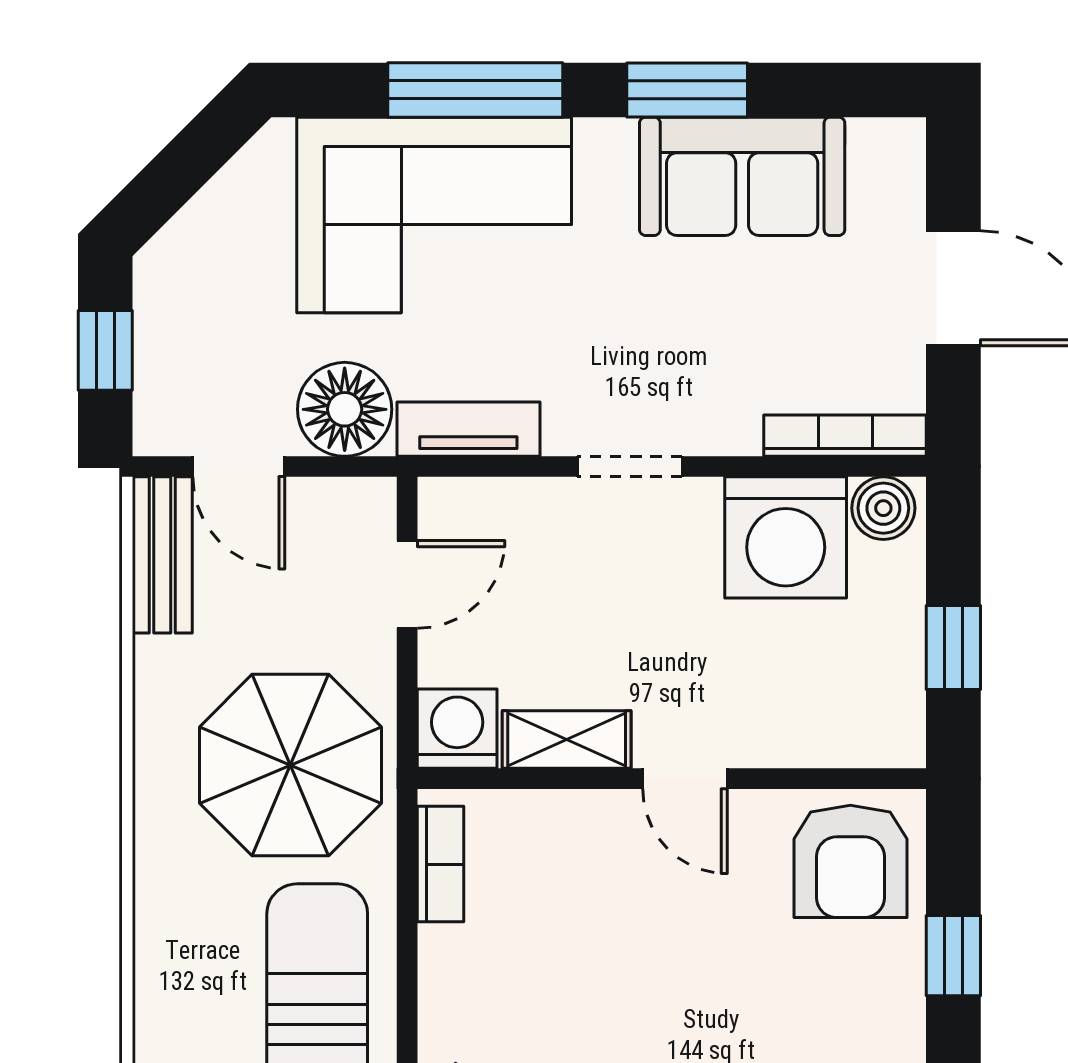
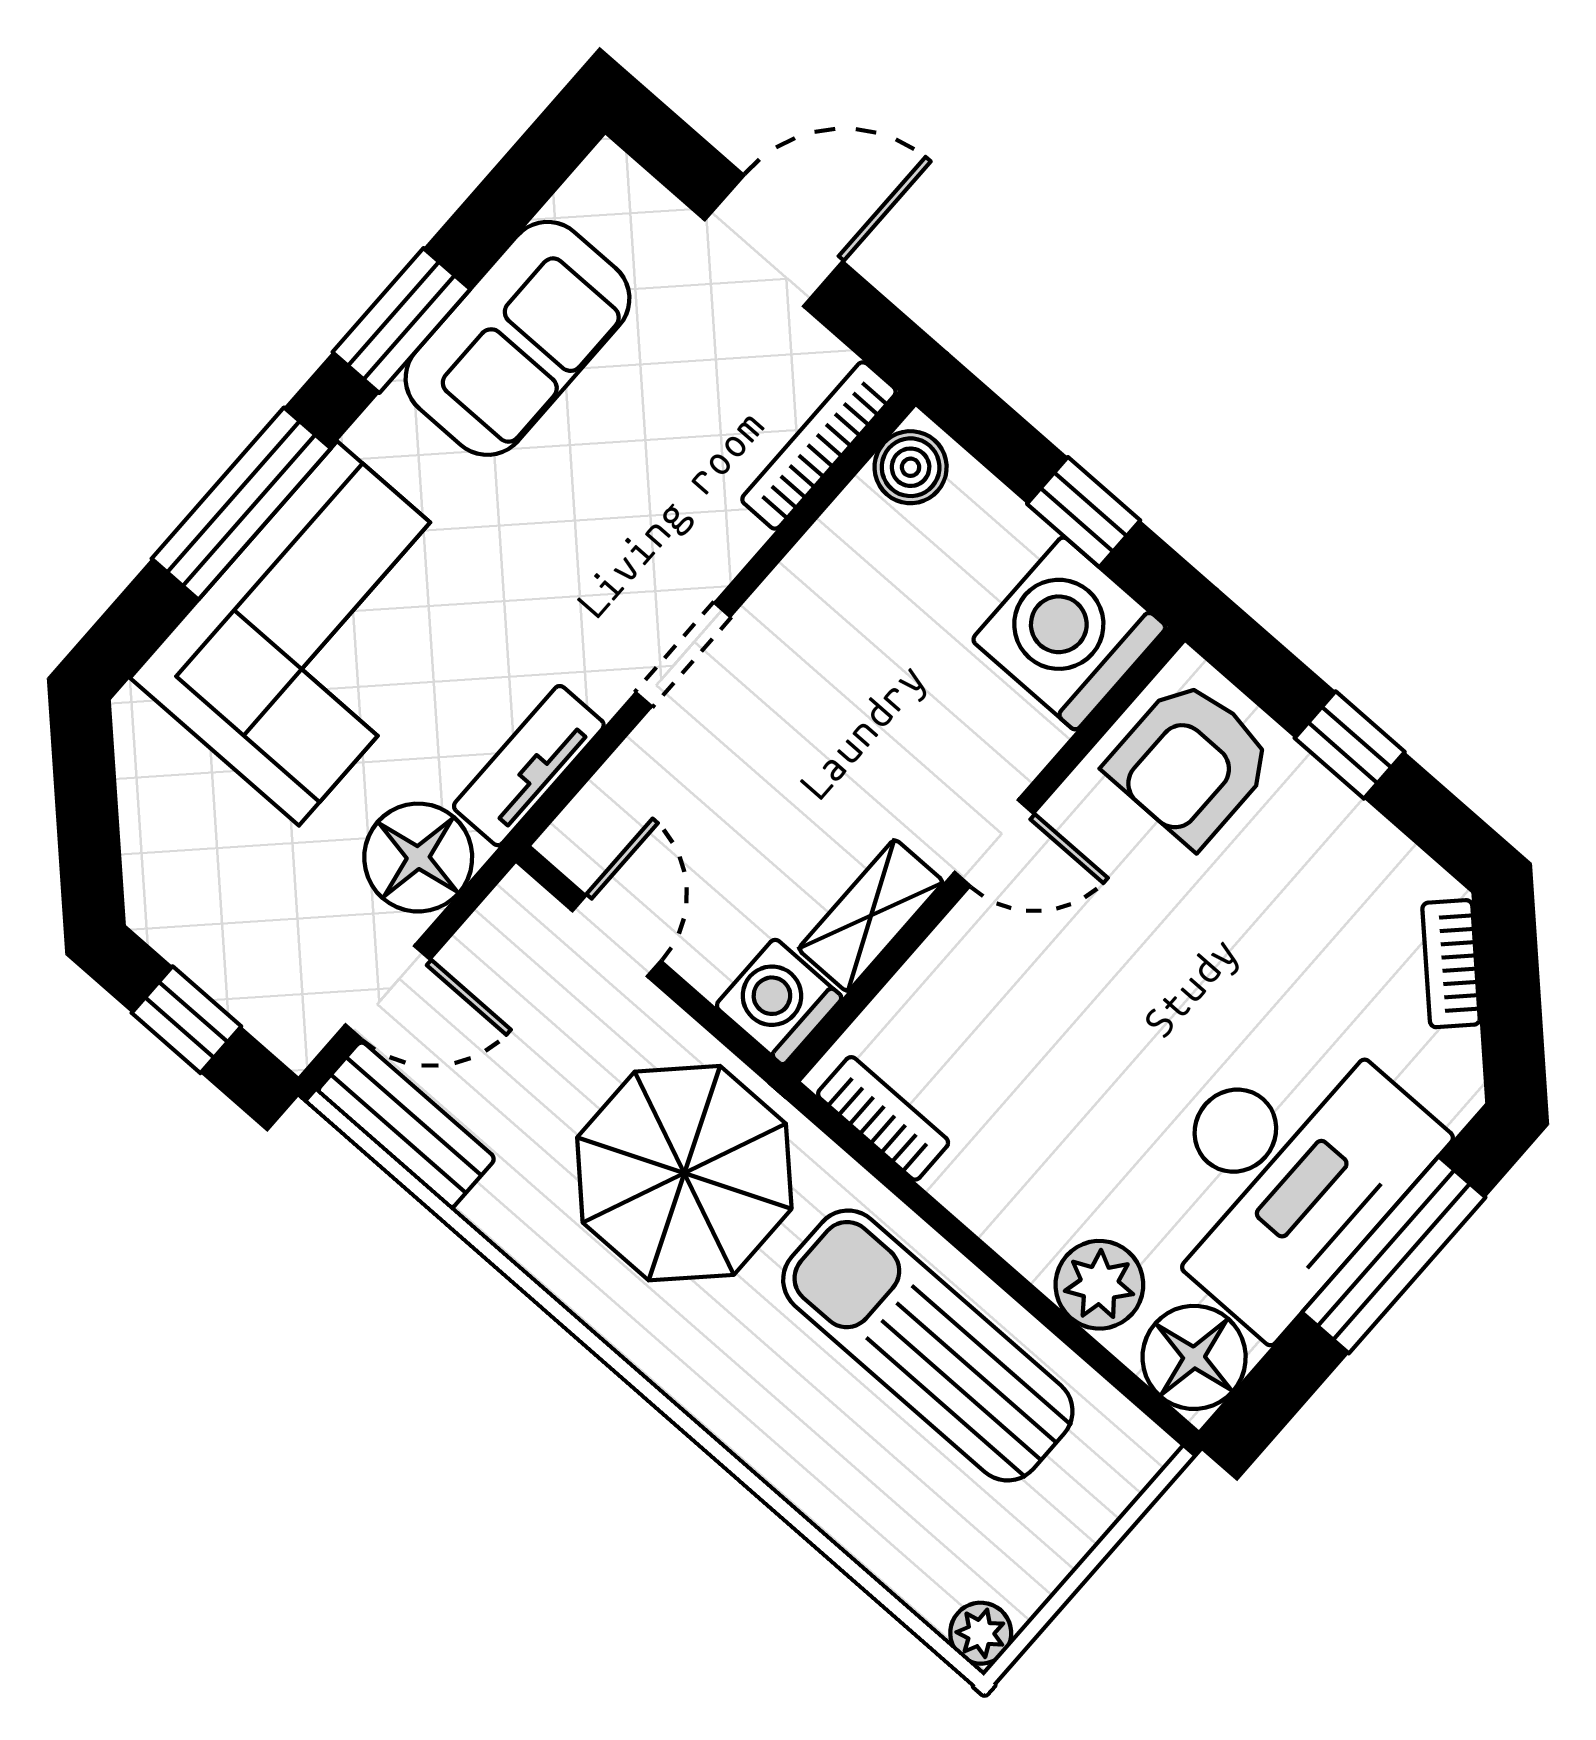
washing machine: (786, 537) -> (1069, 633), moved, turned 180
armchair: (850, 861) -> (1191, 763), turned 90

